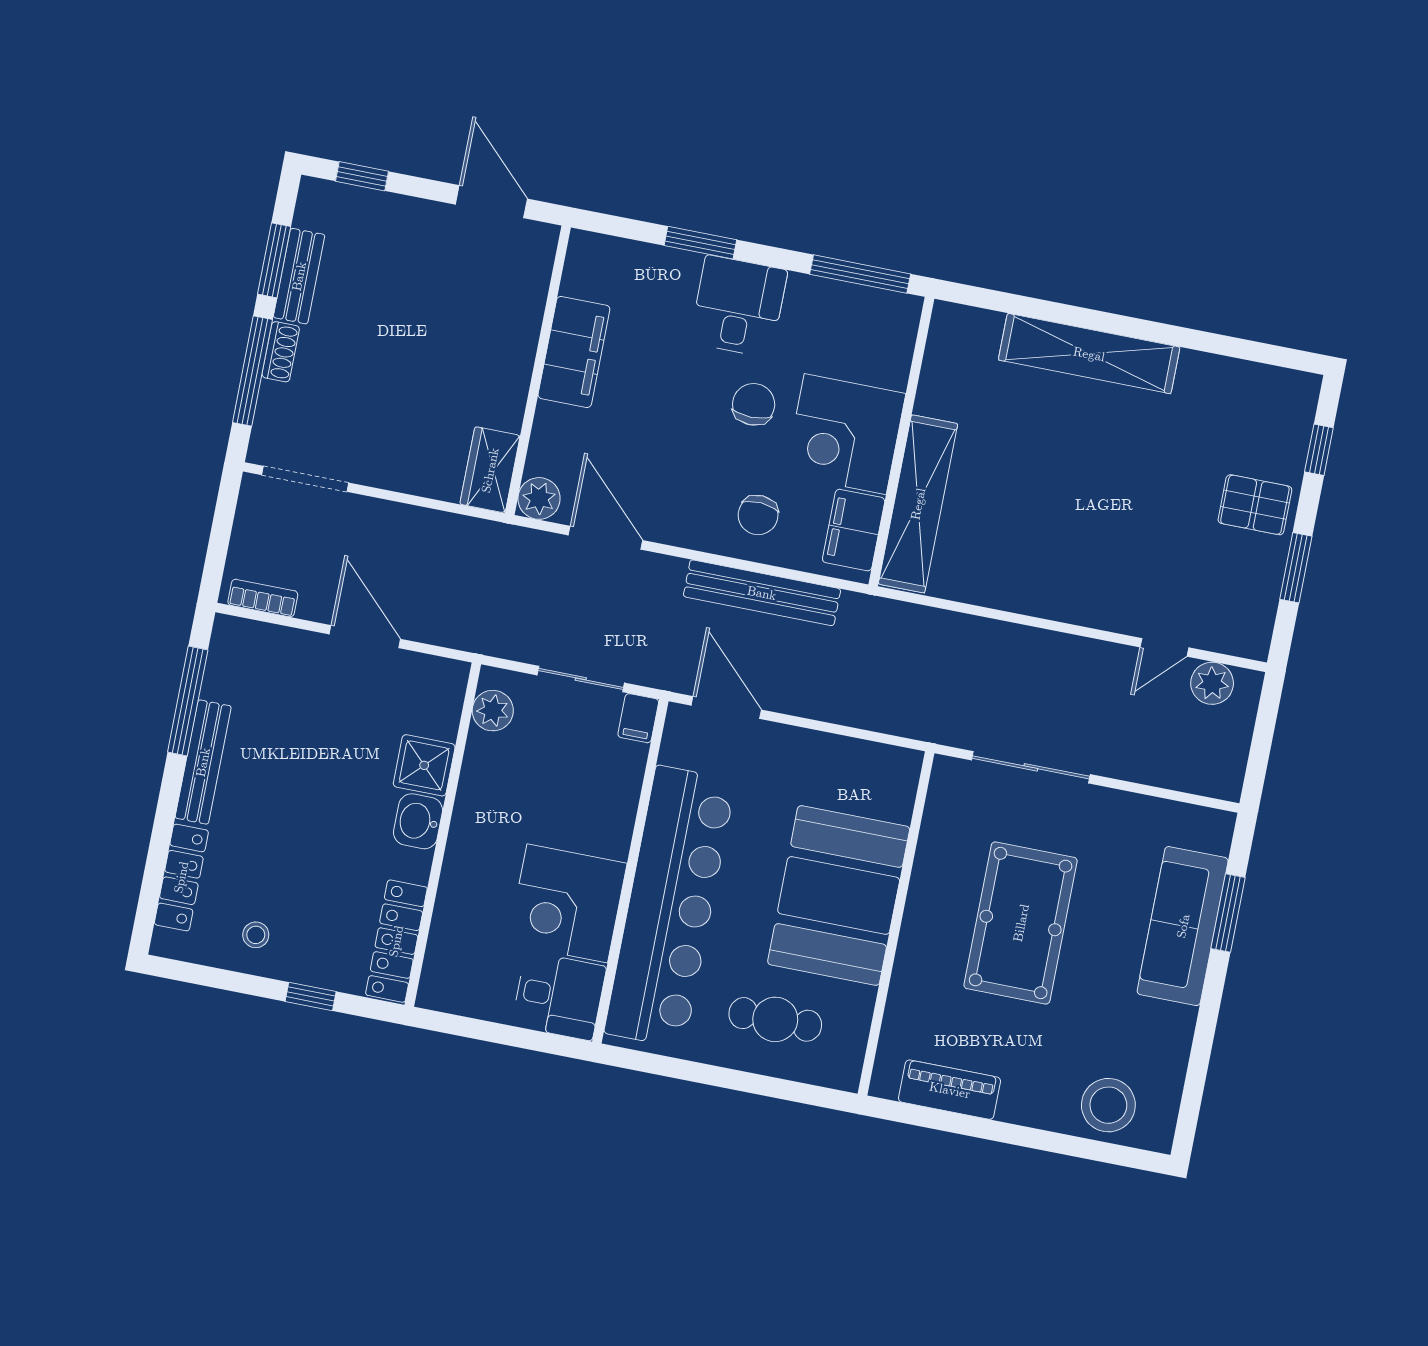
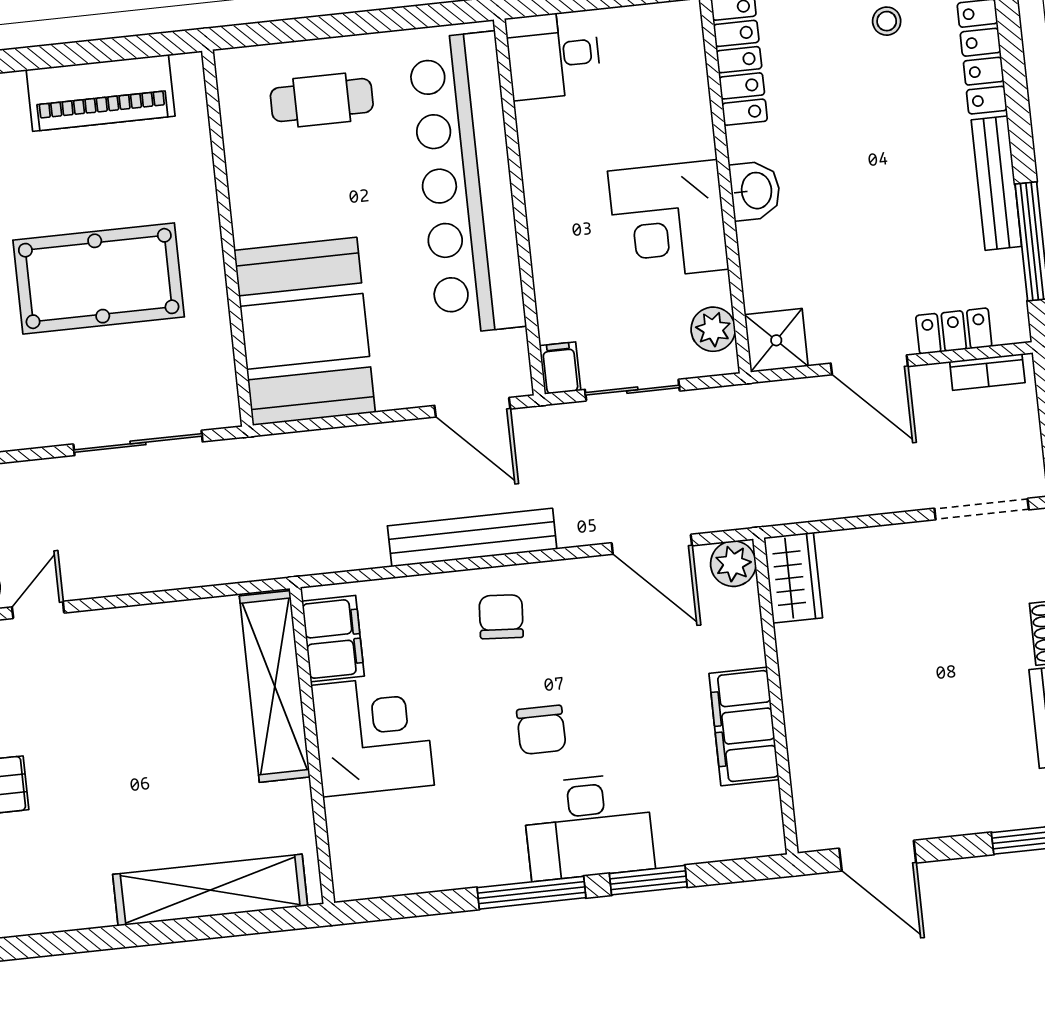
window: (860, 274) -> (532, 893), moved
desk: (738, 306) -> (588, 827), width x1.37
corner desk: (845, 434) -> (373, 735), moved
wall: (901, 442) -> (312, 746), moved
shelving: (918, 504) -> (275, 686), moved
filing cabinet: (854, 530) -> (333, 639), moved
locker: (281, 643) -> (954, 331), added
shower: (424, 765) -> (776, 340), moved
booth: (839, 896) -> (305, 331), moved
corner desk: (567, 903) -> (668, 220), moved, turned 180
pool table: (1021, 923) -> (99, 278), turned 90
piano: (950, 1090) -> (101, 93), width x1.37, depth x1.33

